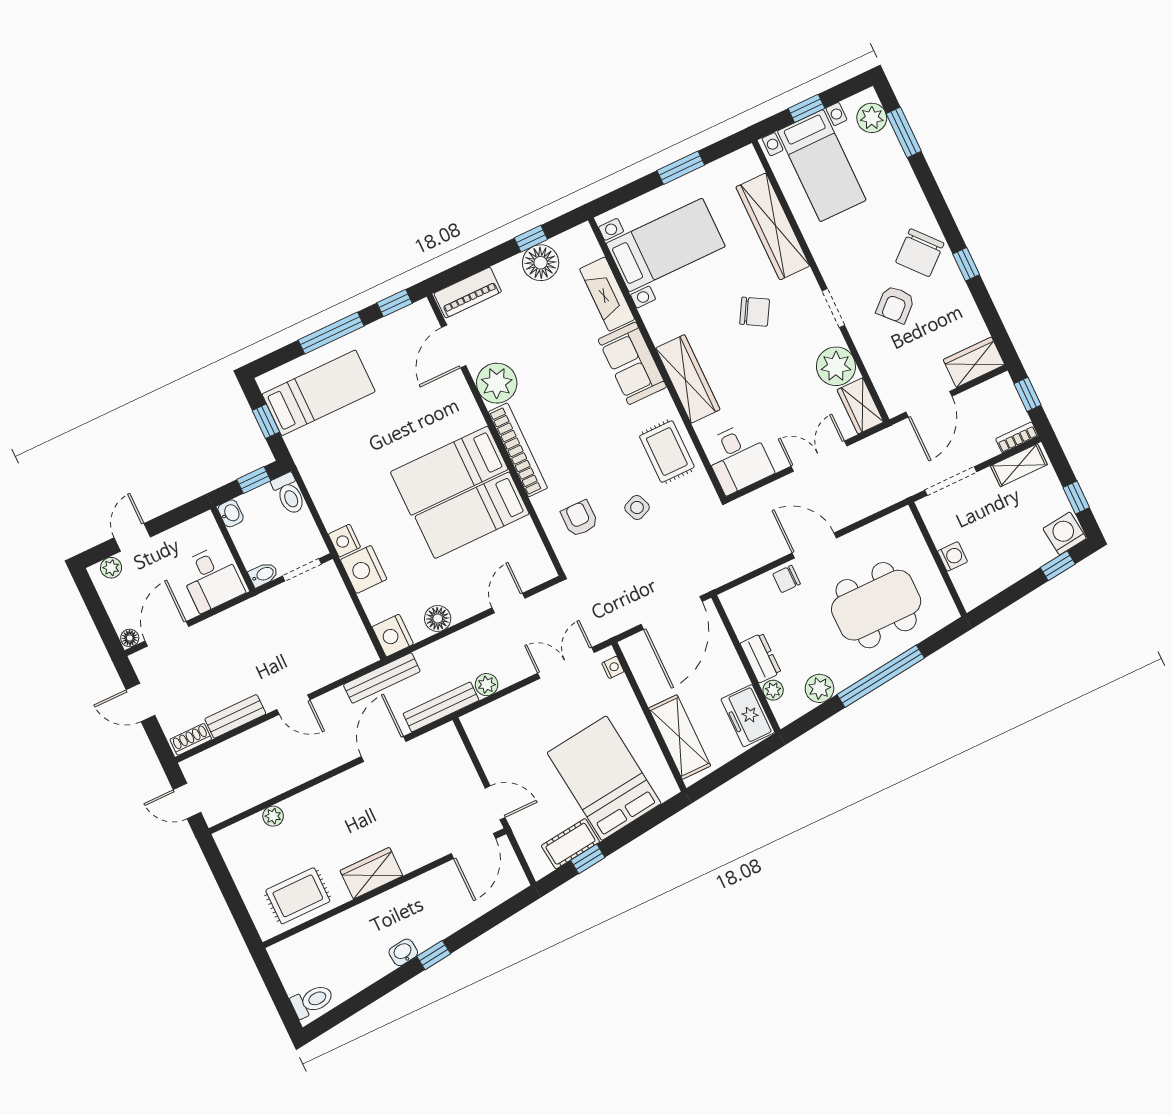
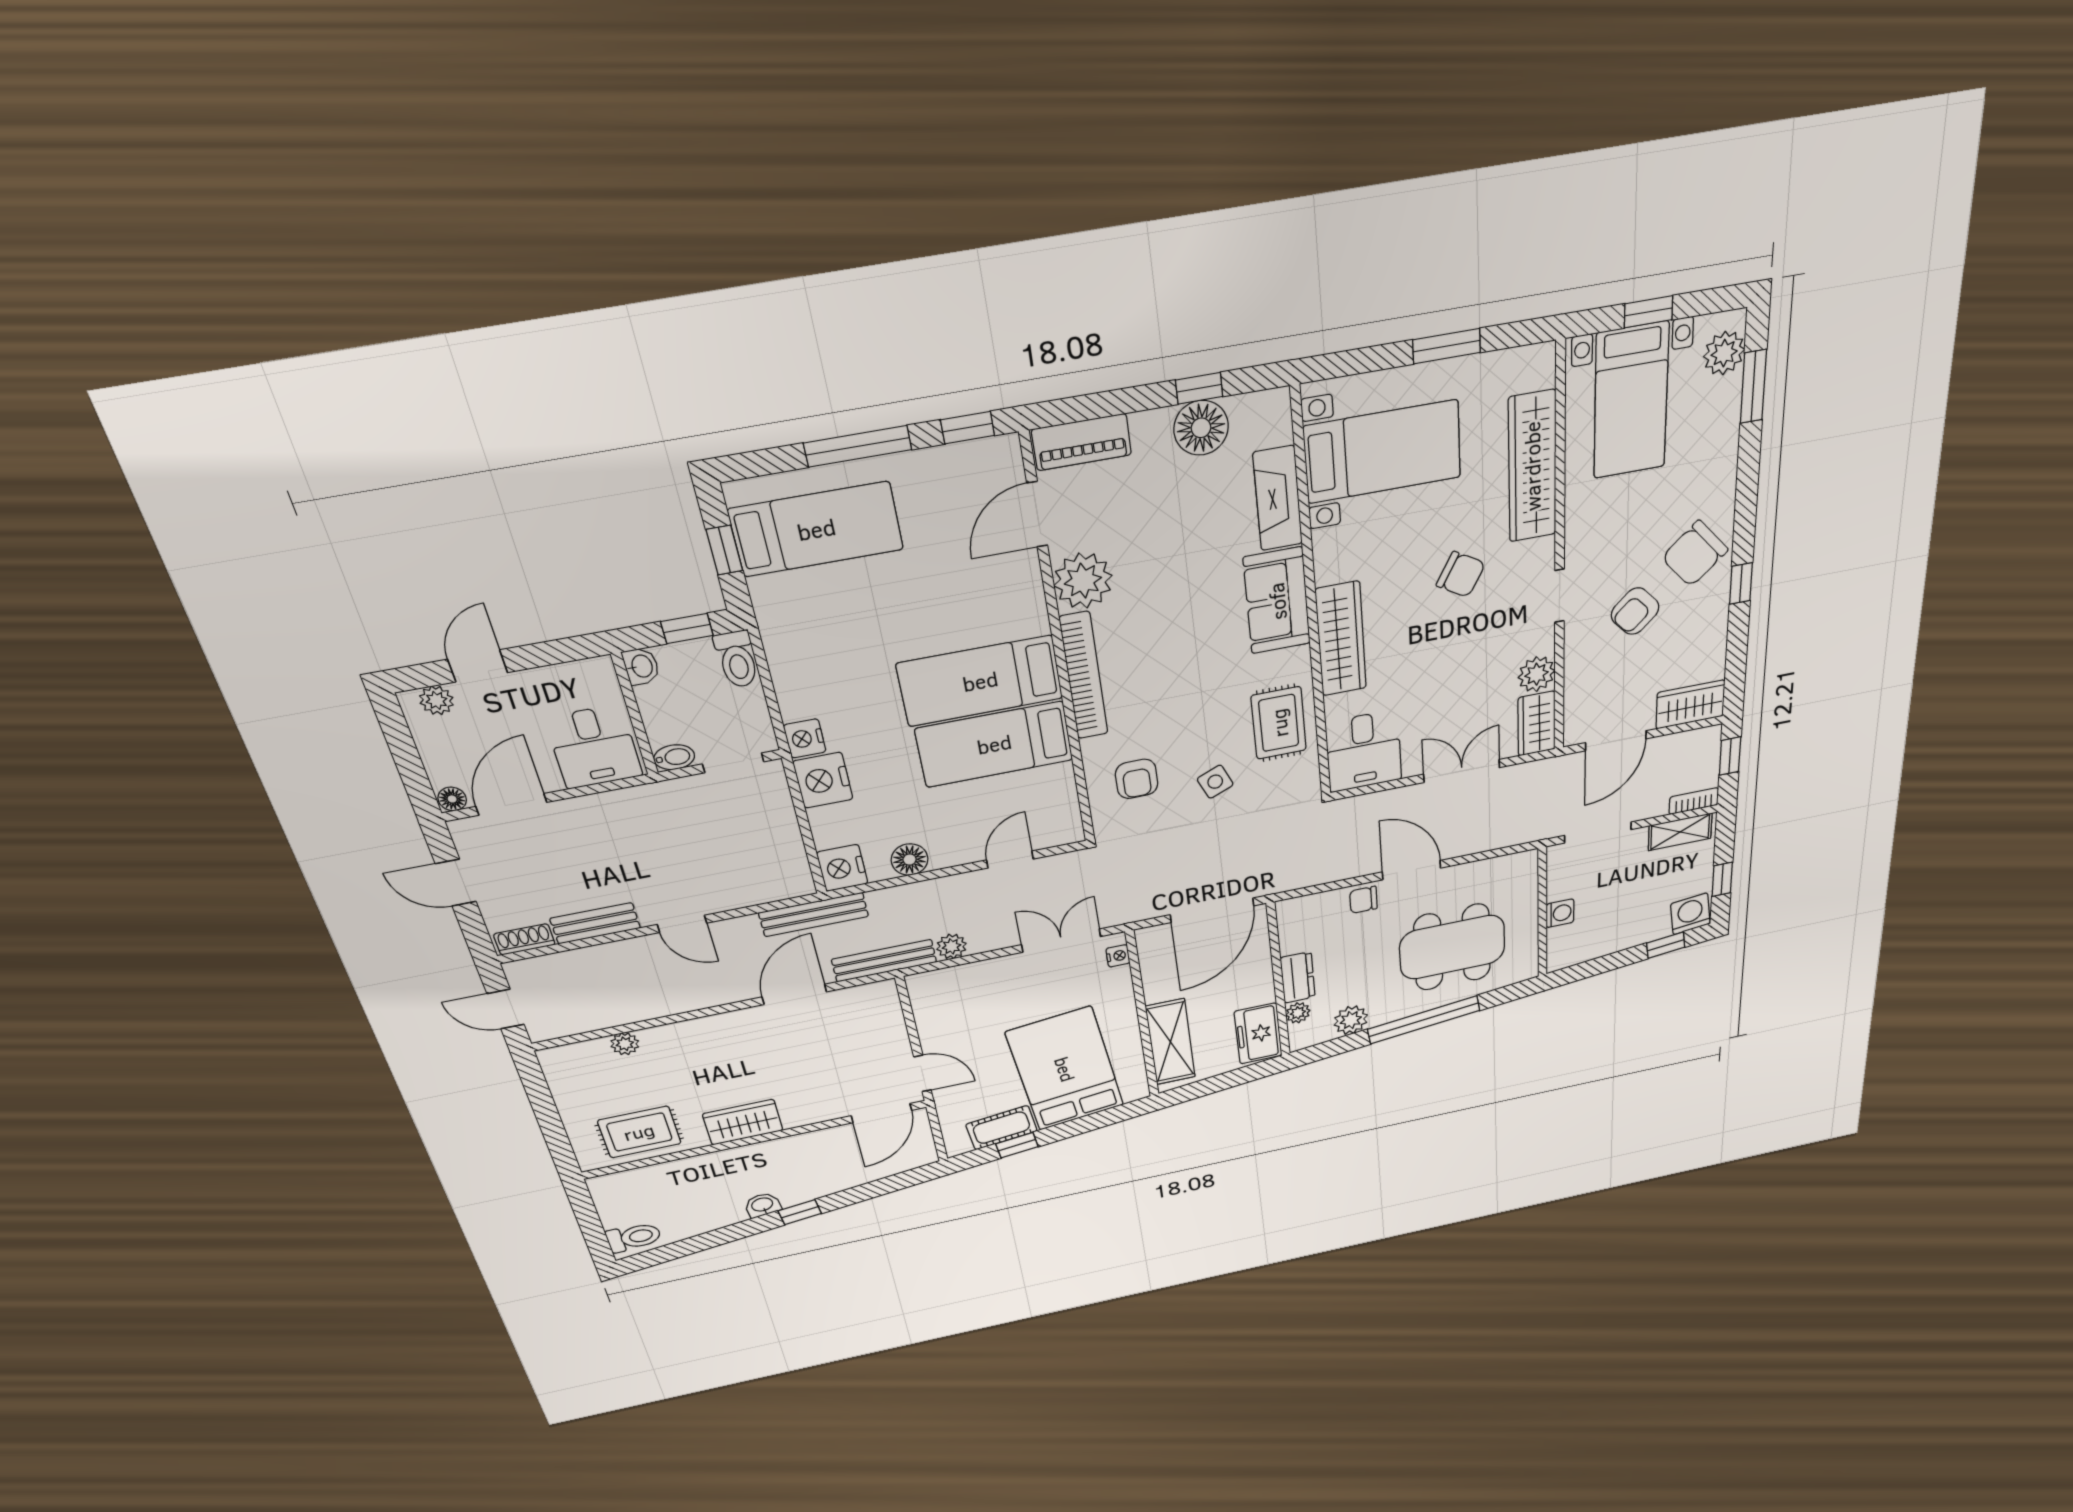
plant: (836, 366) -> (1537, 674), width x0.73, depth x0.73
armchair: (579, 518) -> (1137, 779), turned 180

